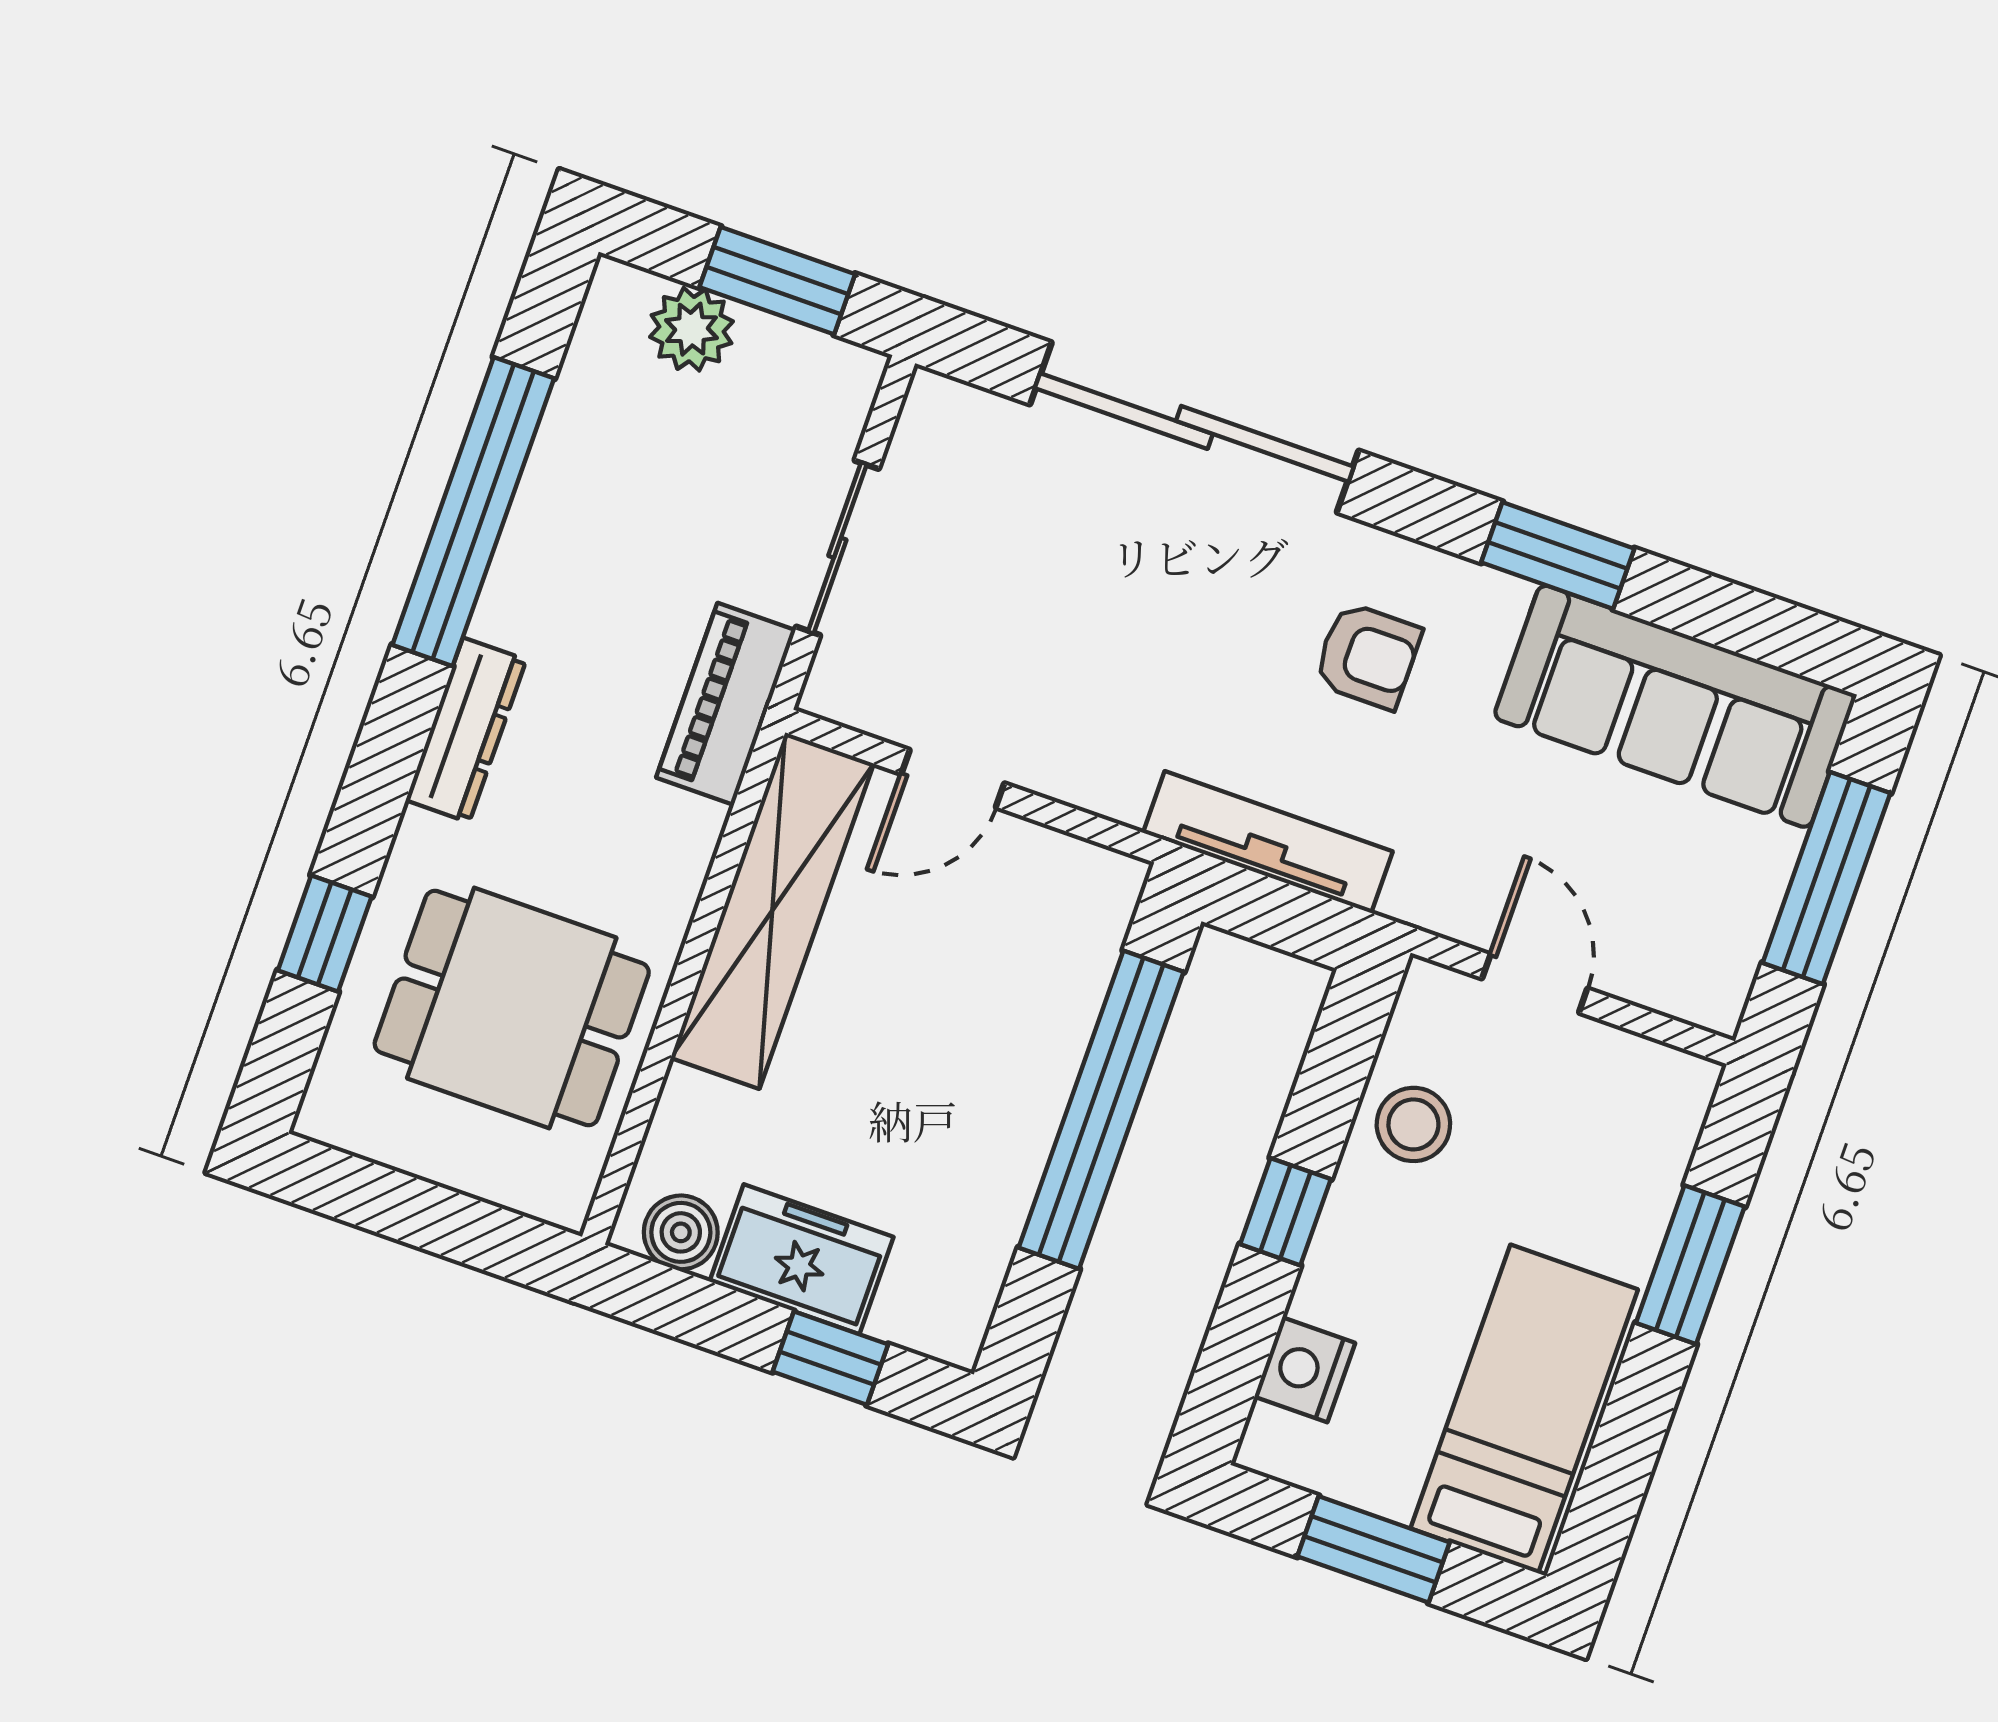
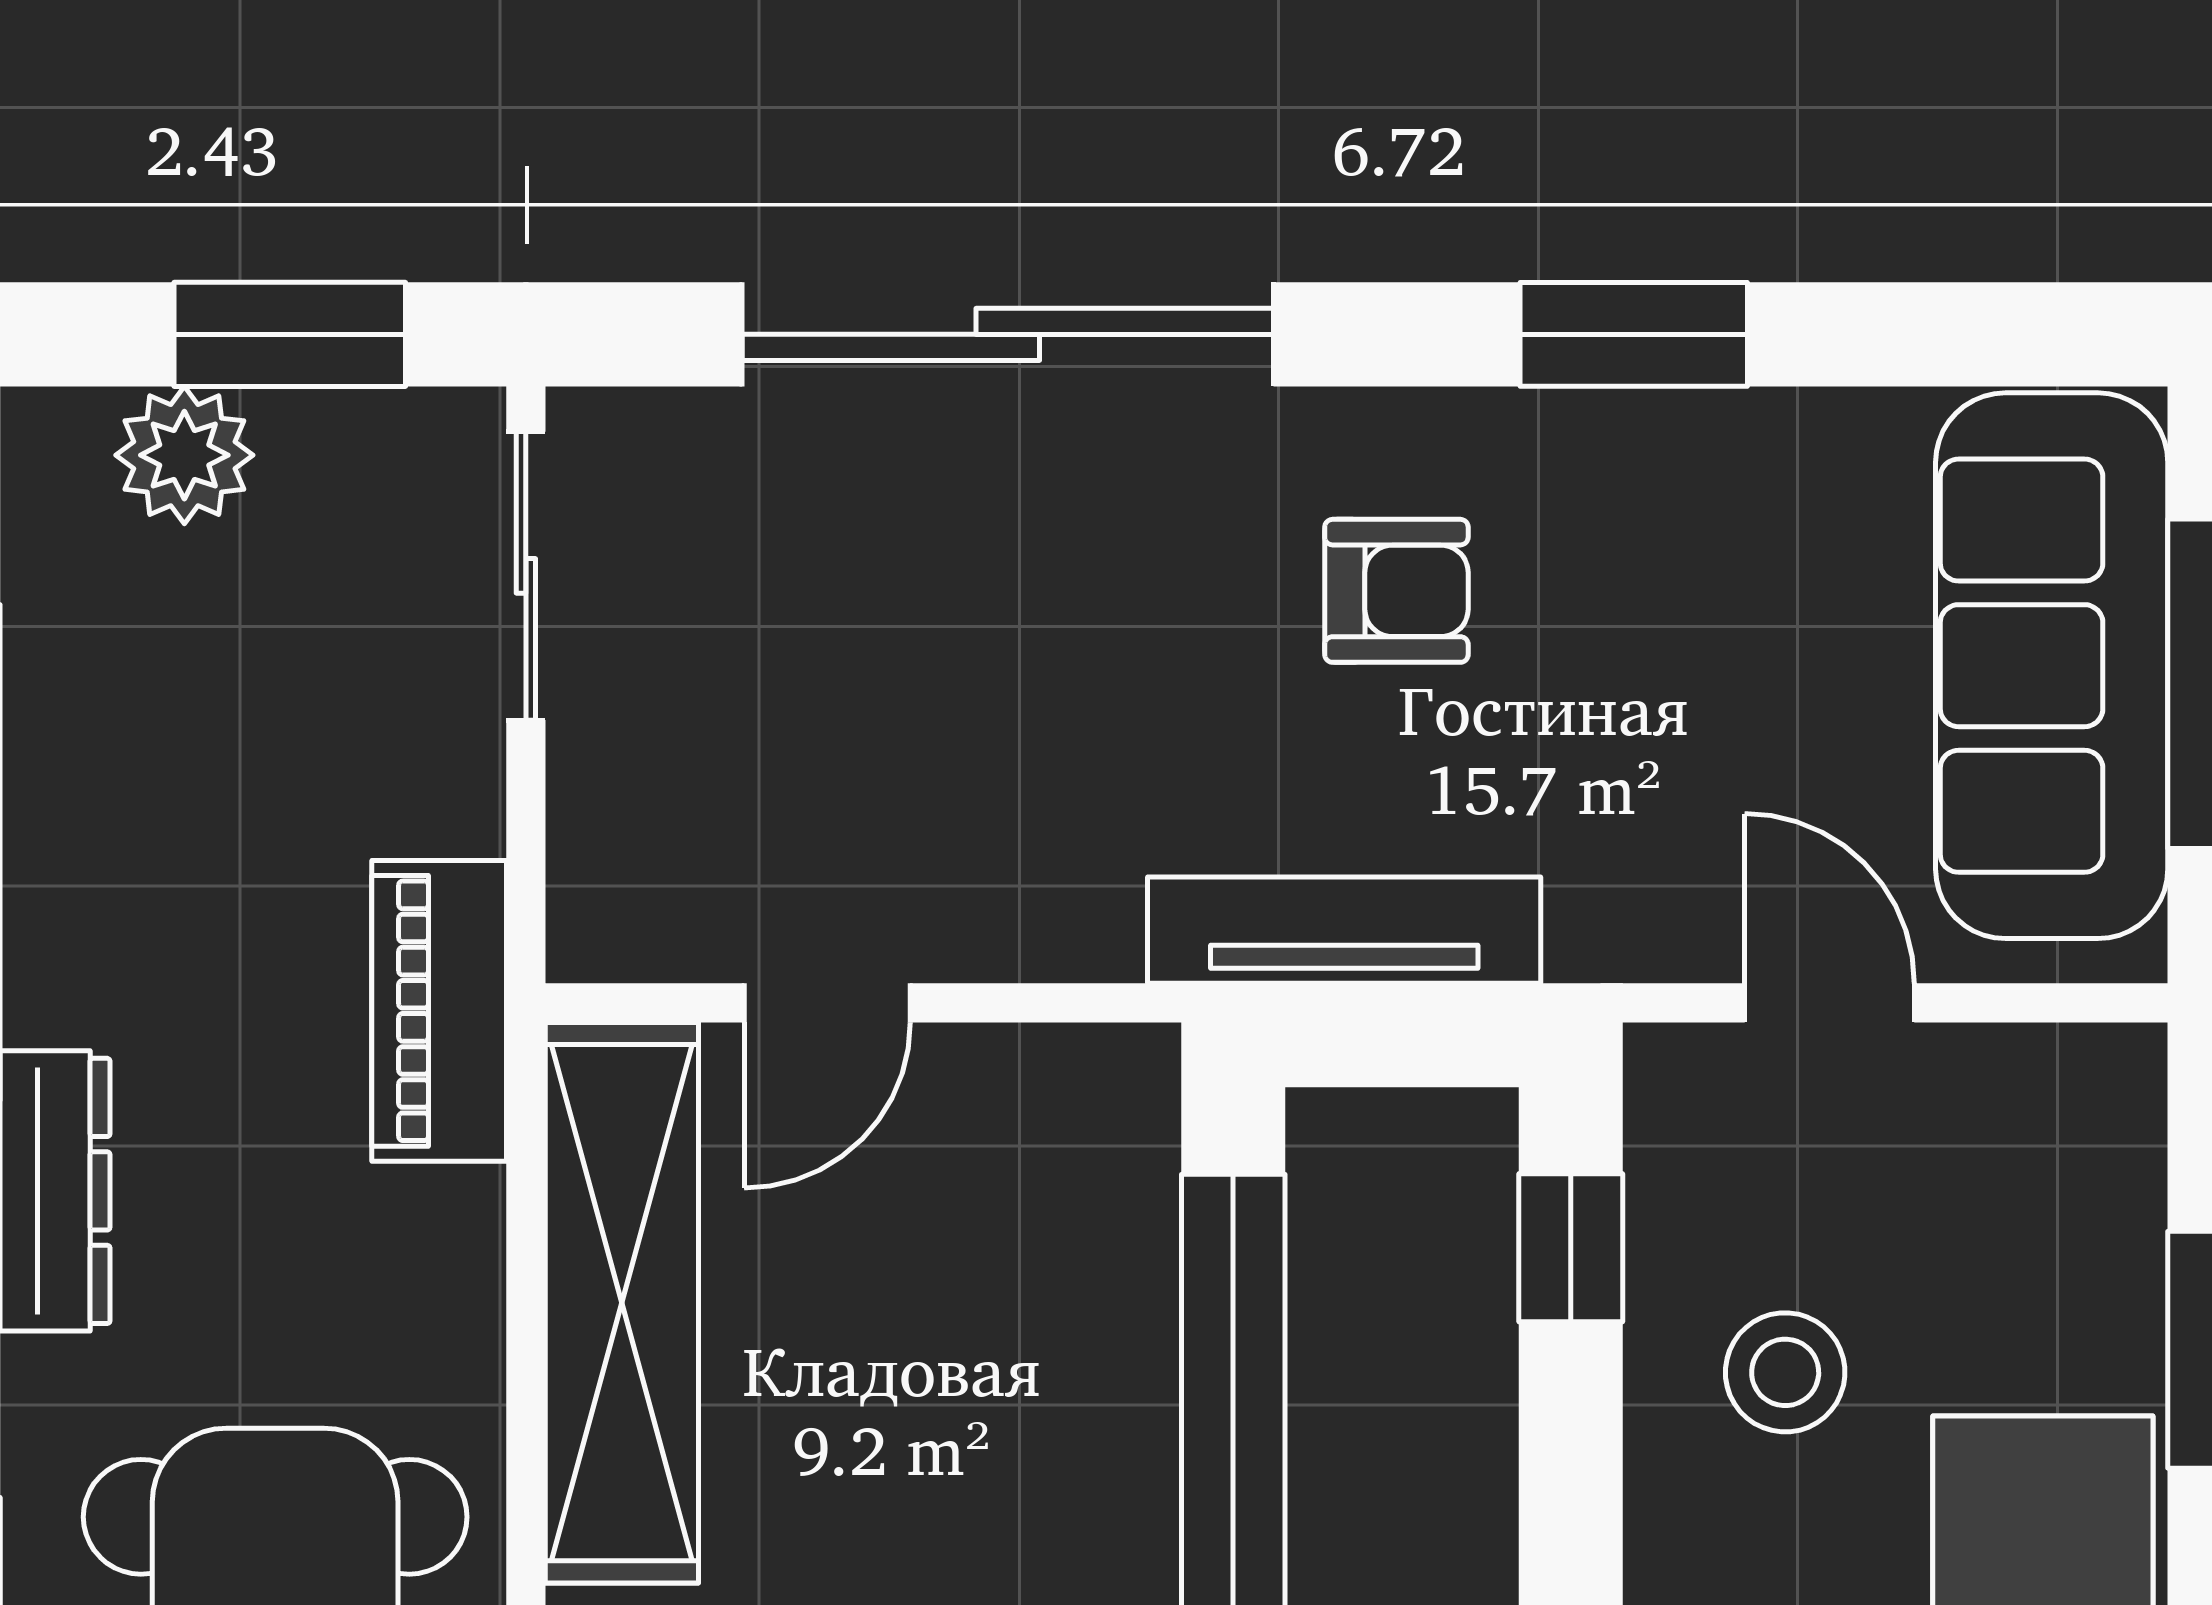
sliding door: (837, 548) -> (526, 576), moved
sofa: (1675, 706) -> (2052, 666), moved, turned 90
stool: (1413, 1124) -> (1785, 1372), moved
window: (1285, 1212) -> (1571, 1248), moved

